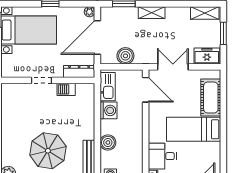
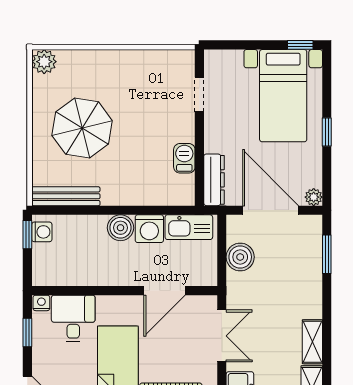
shelving: (152, 13) -> (312, 342), moved
doorway: (42, 80) -> (199, 94), moved
door: (146, 90) -> (165, 291), moved
boiler: (108, 142) -> (120, 228), moved

